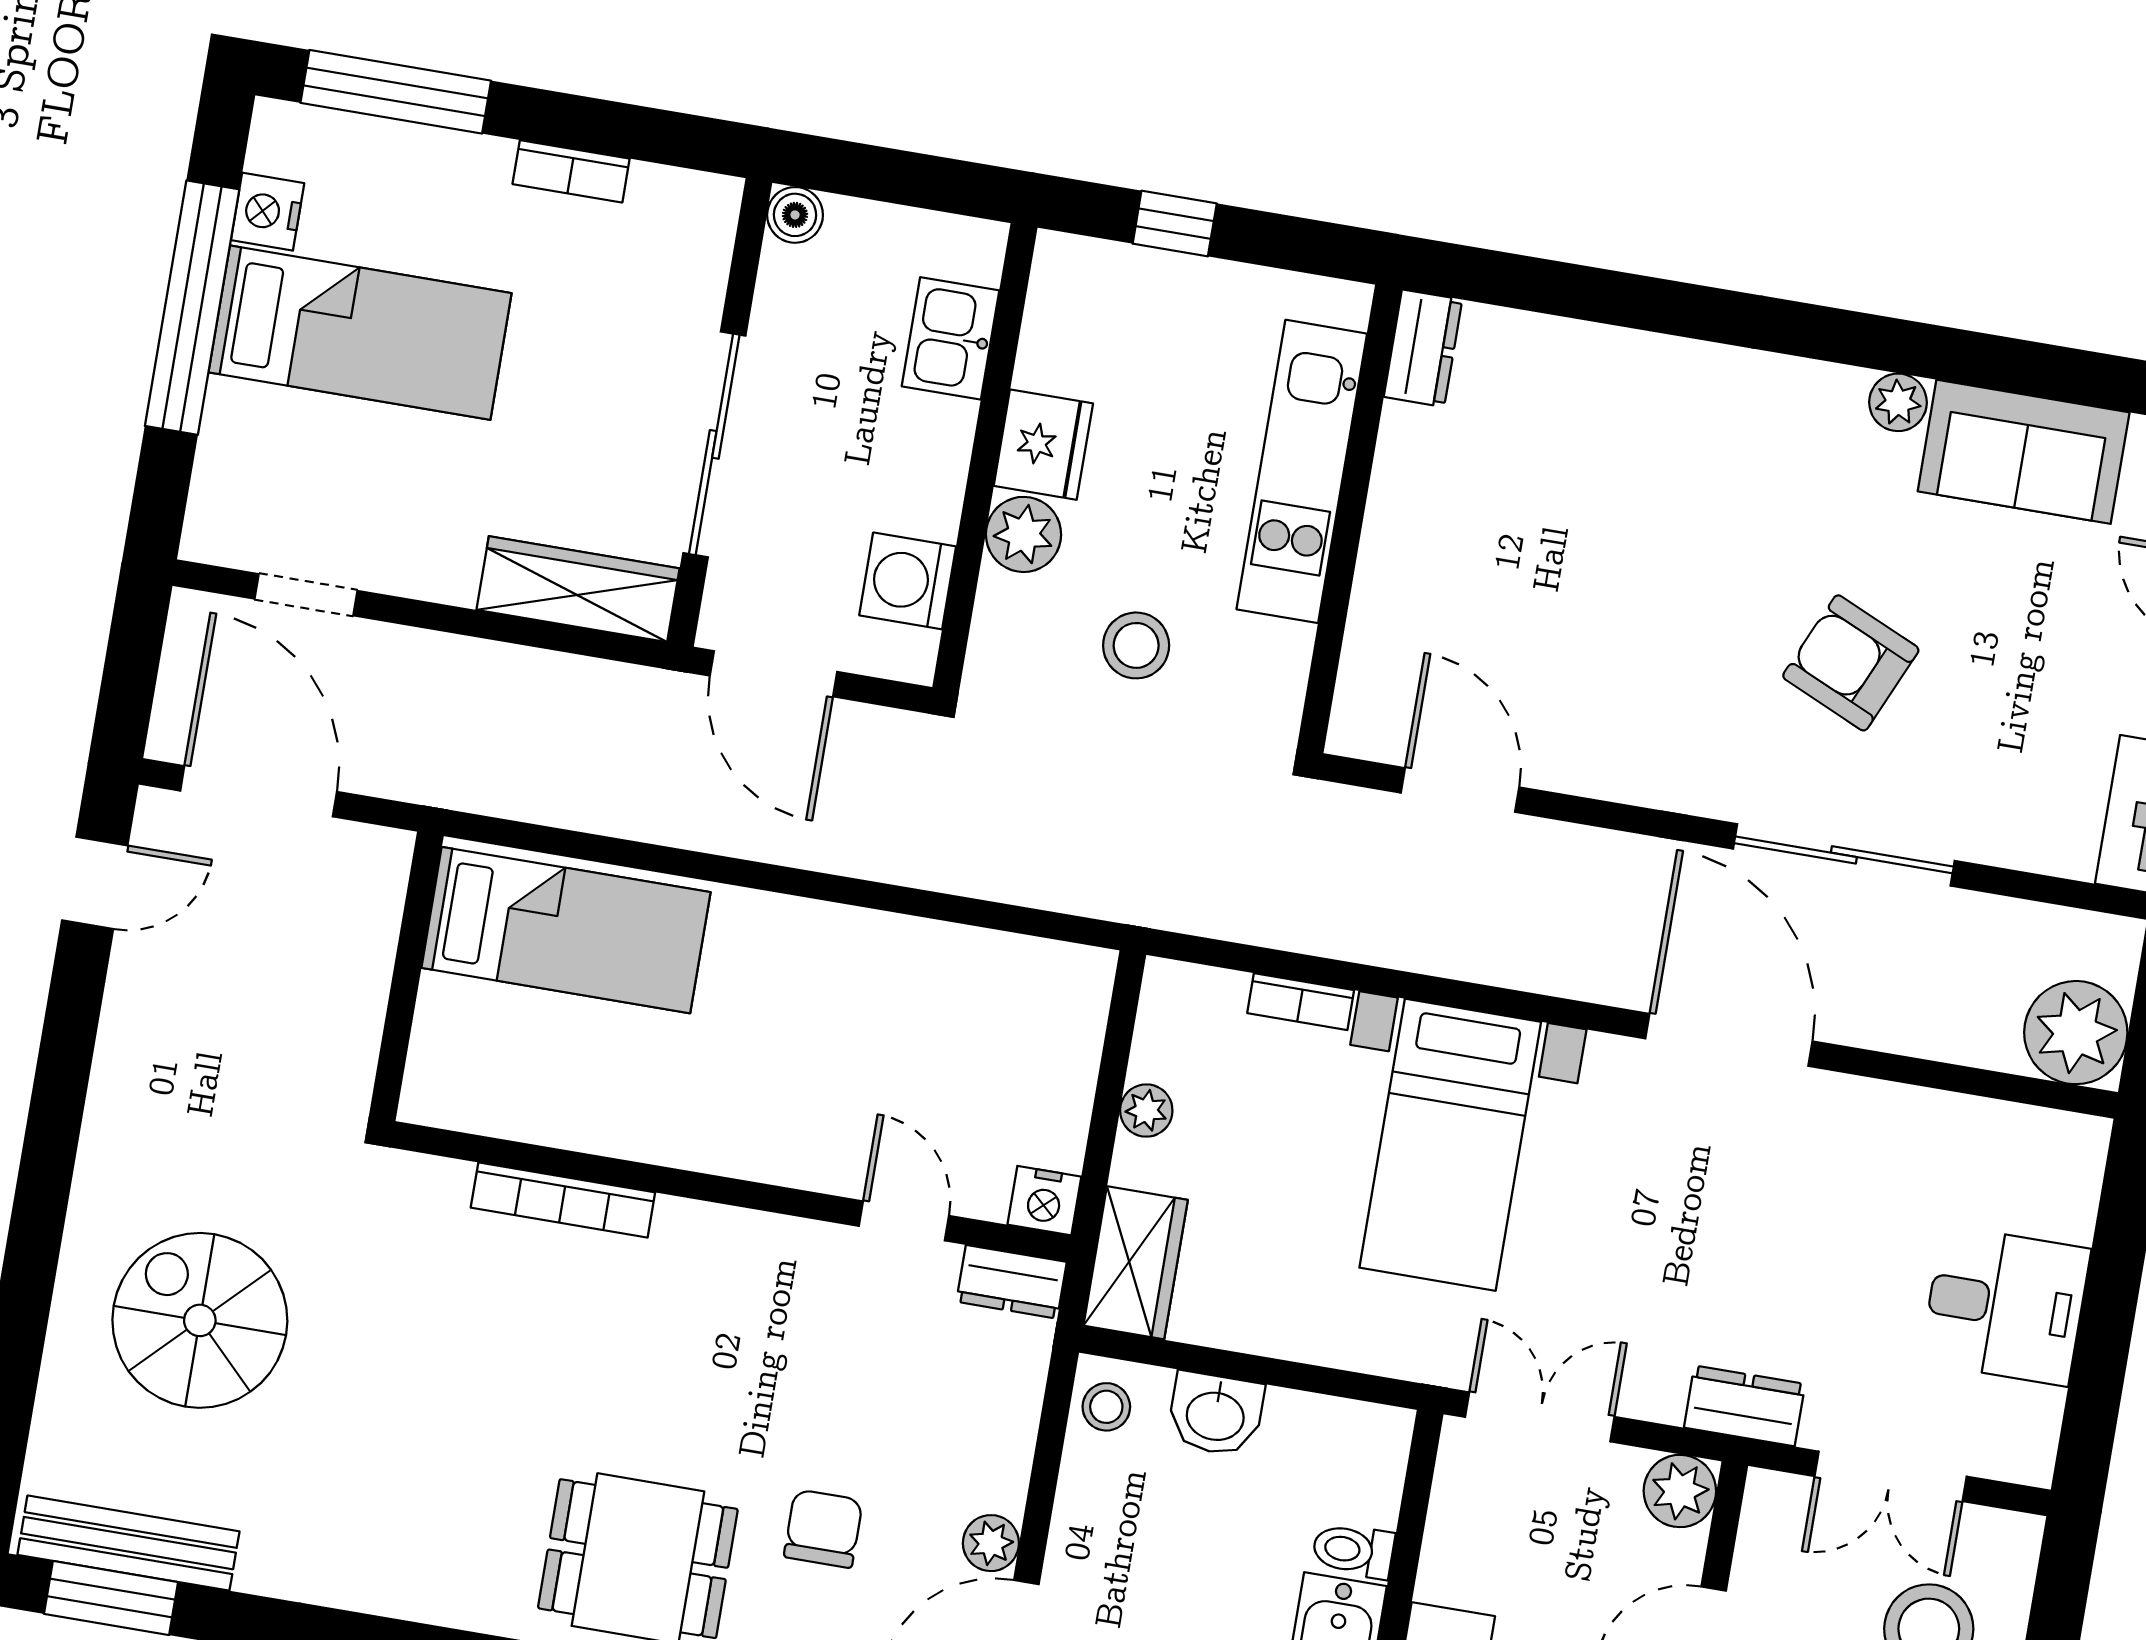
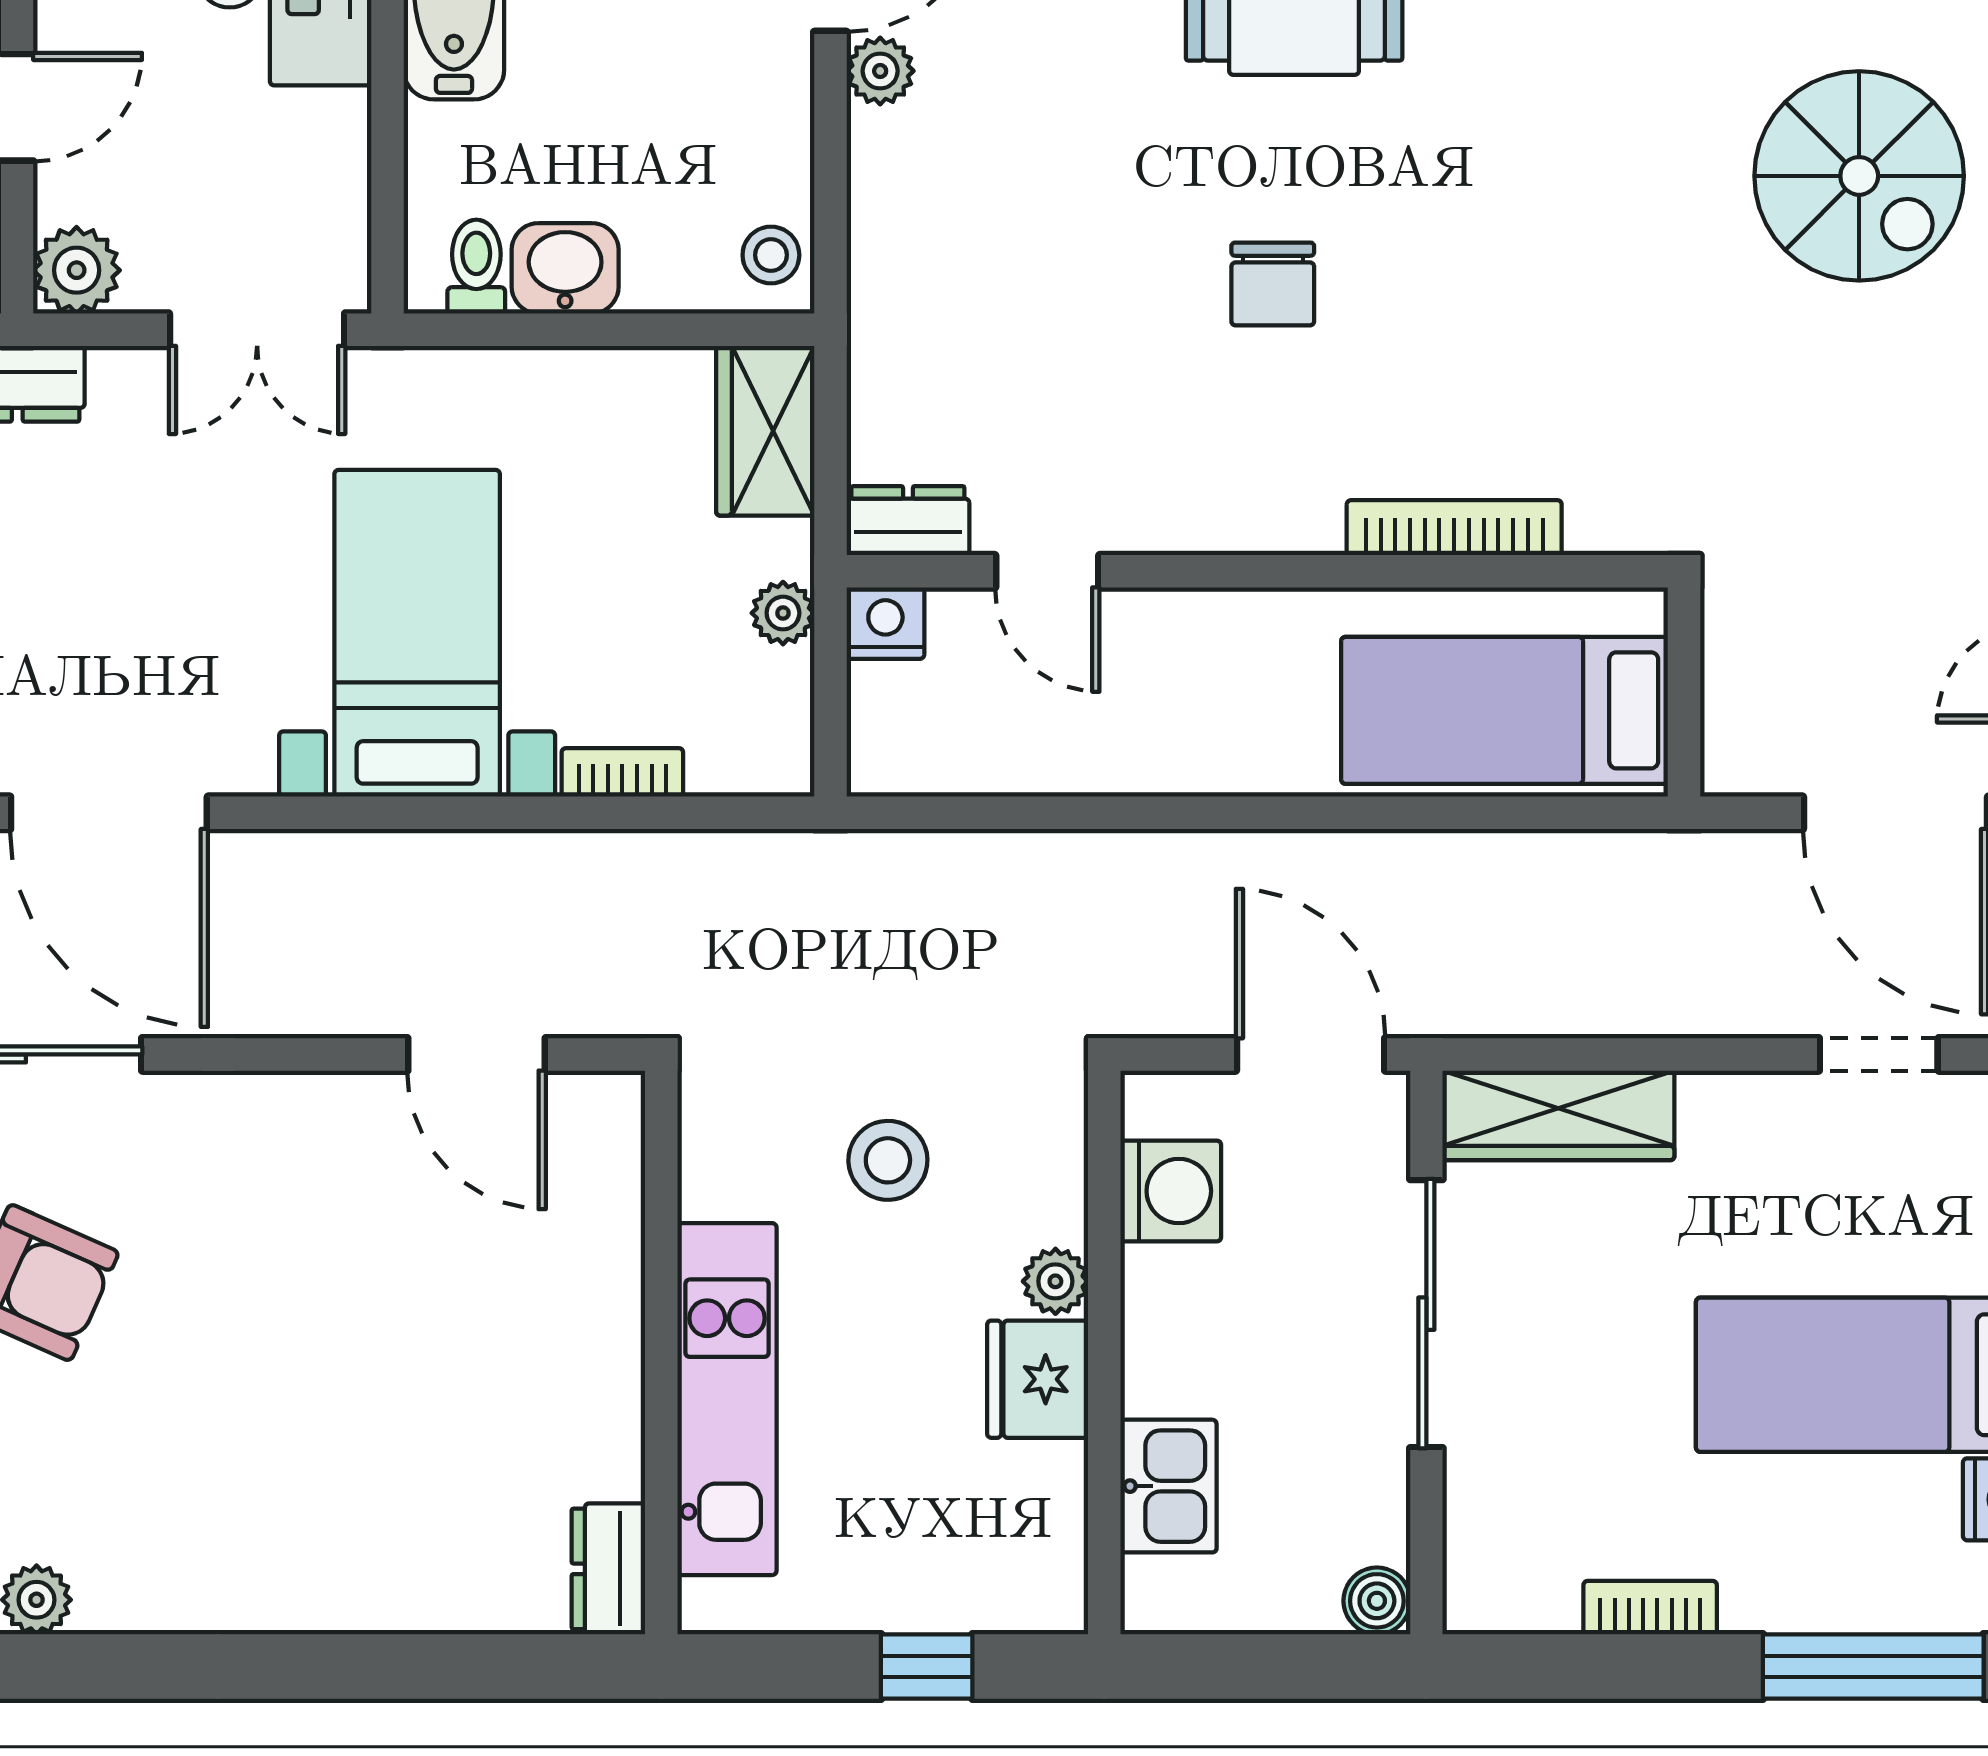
plant: (1024, 534) -> (1055, 1281), width x0.73, depth x0.73
wall: (731, 1192) -> (1257, 571), moved
bookcase: (563, 1200) -> (1454, 528), moved
nightstand: (1044, 1201) -> (885, 623), moved
door: (904, 1221) -> (1047, 571), moved
dresser: (1012, 1282) -> (908, 521), moved
washbasin: (1216, 1414) -> (565, 268), moved
chair: (823, 1529) -> (1273, 284), moved
toilet: (1353, 1550) -> (476, 267), moved, turned -90

